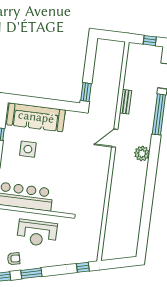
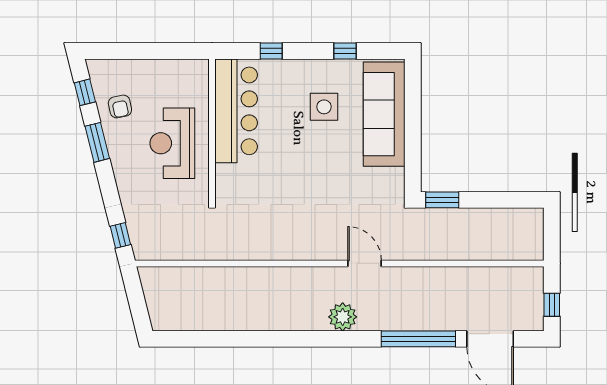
bench: (126, 102) -> (434, 275), removed

